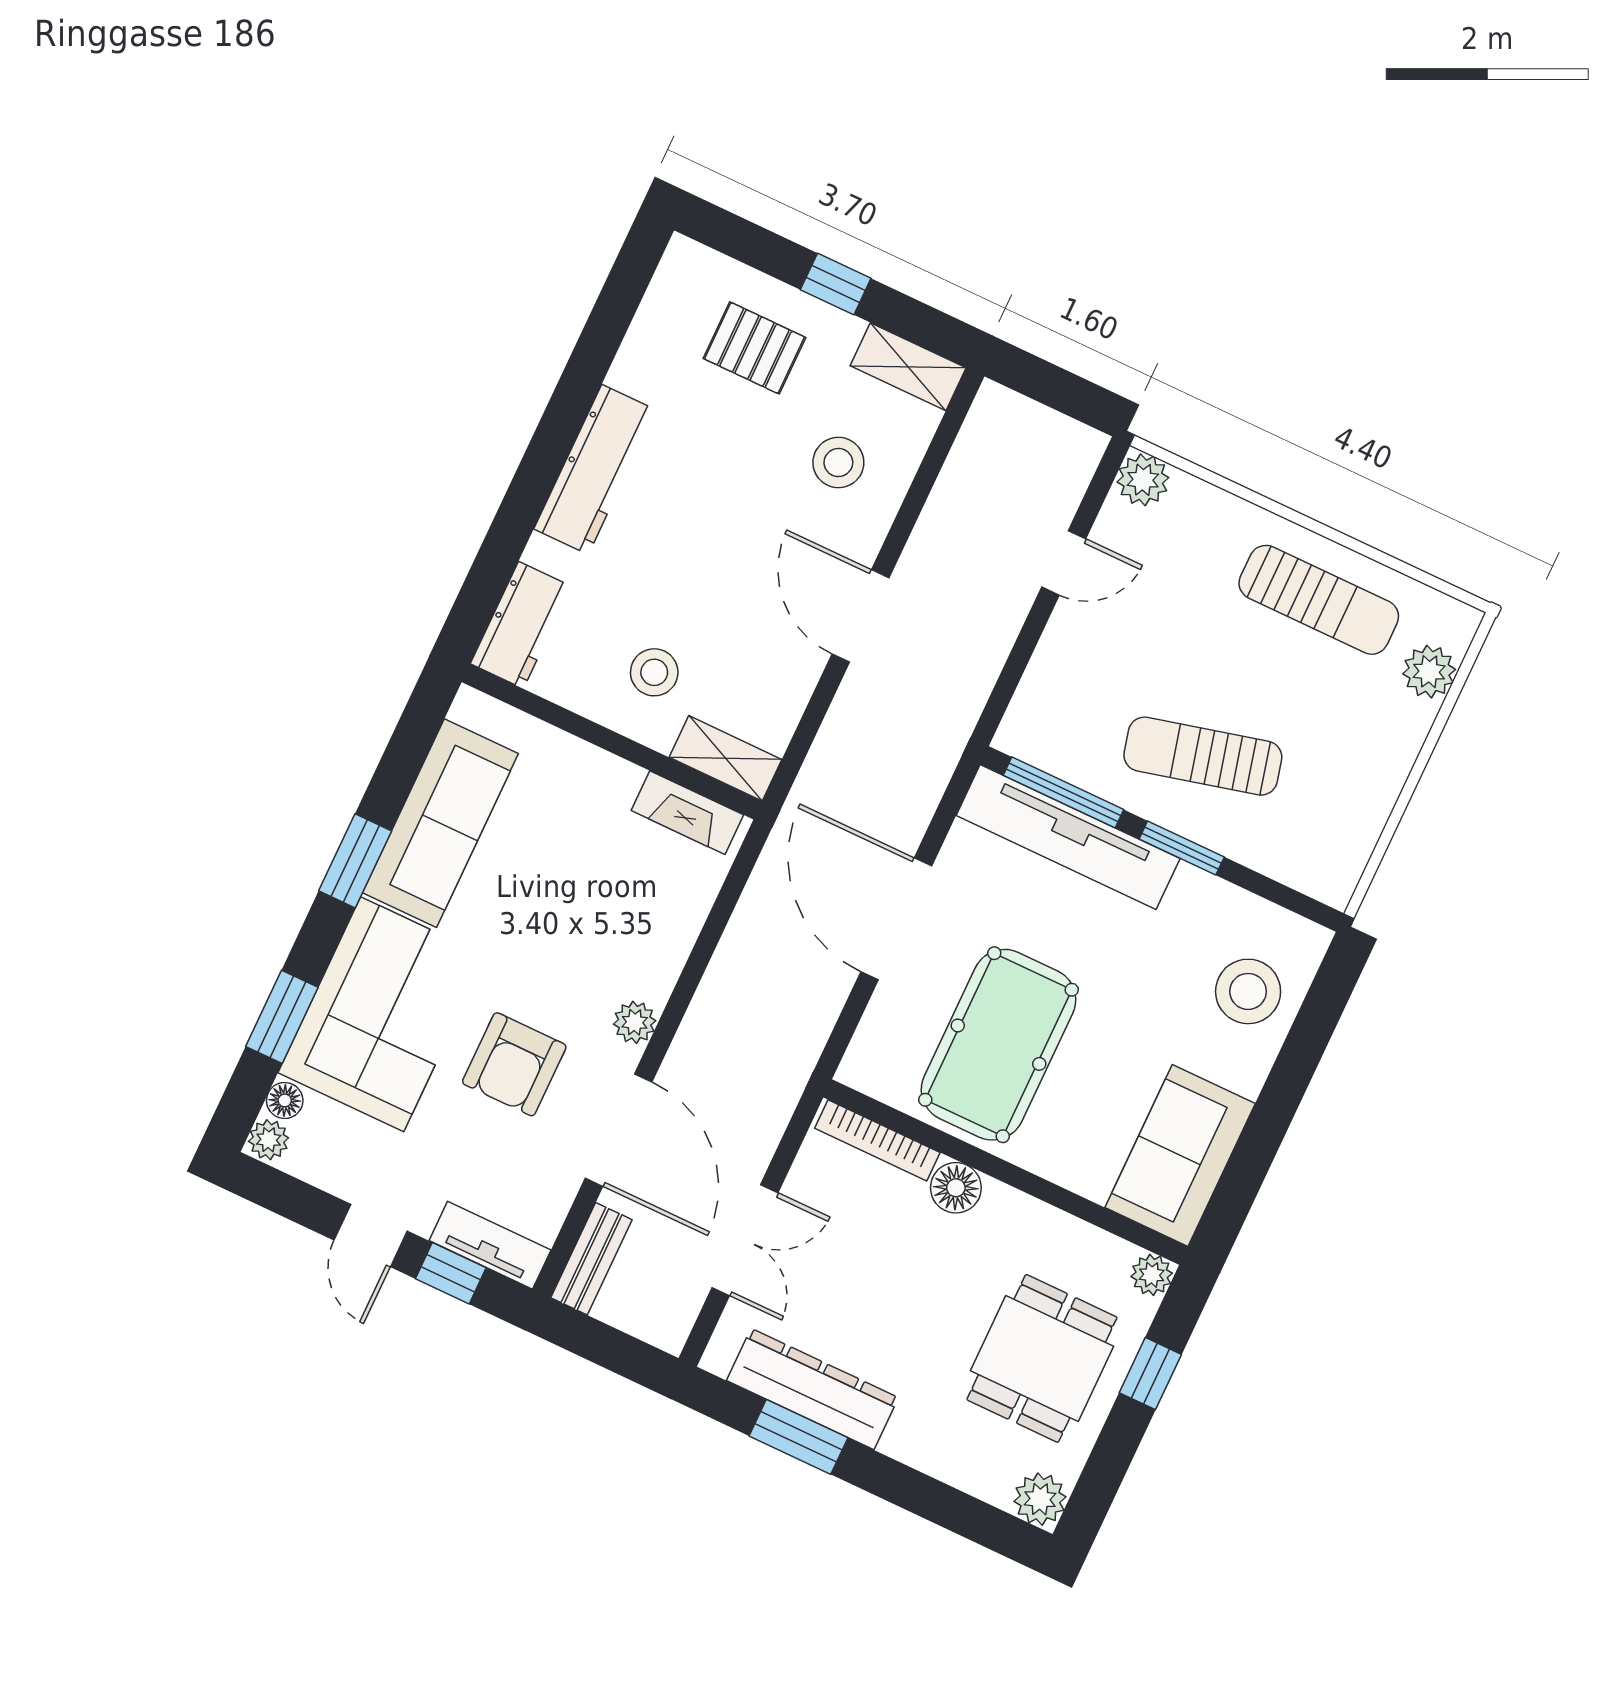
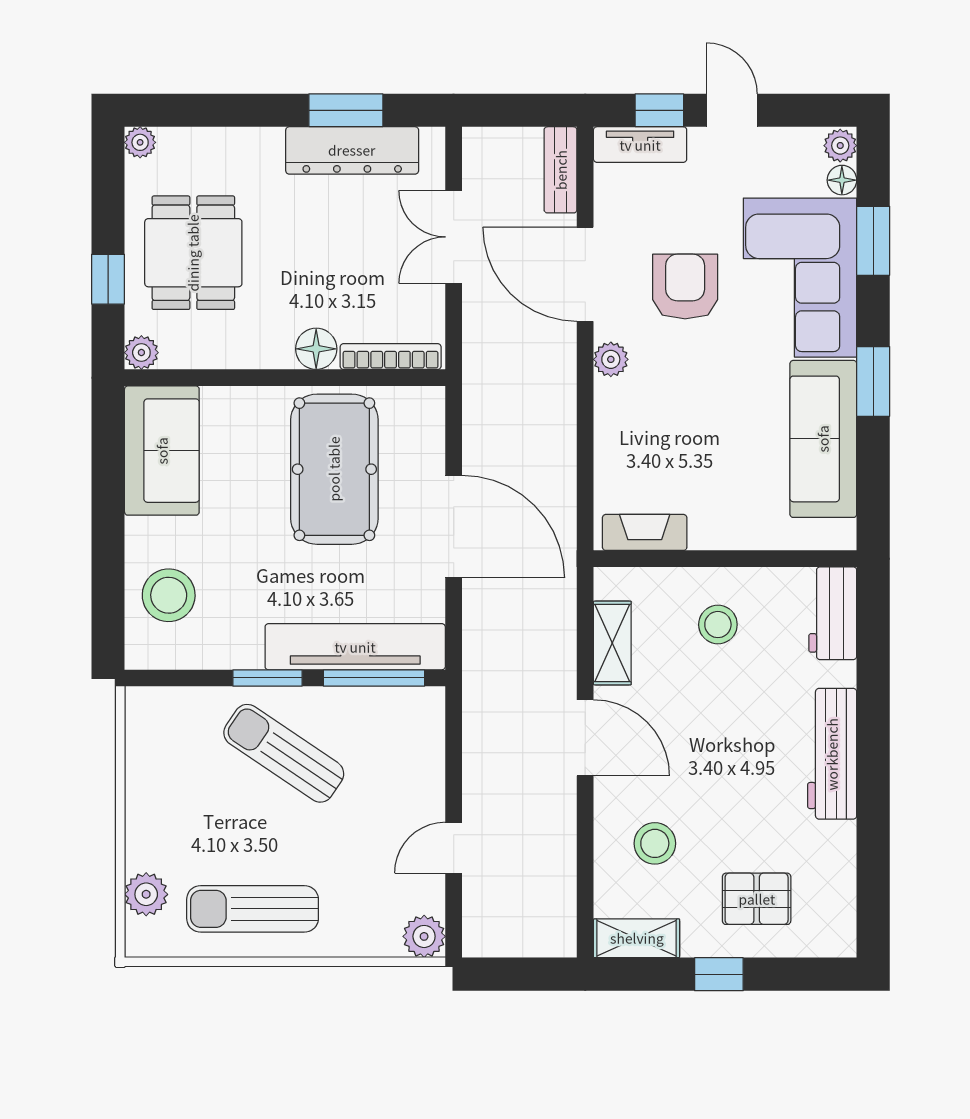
sun lounger: (1203, 756) -> (284, 753), turned -132
shelving: (726, 758) -> (612, 643), moved, turned 90
plant: (1040, 1499) -> (140, 142), width x0.73, depth x0.73

